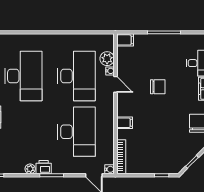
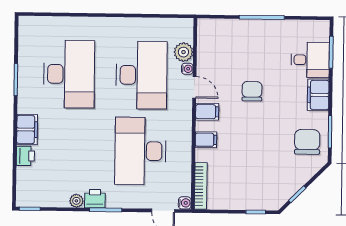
filing cabinet: (125, 40) -> (207, 112), moved
chair: (158, 87) -> (252, 91), turned -90
desk: (77, 132) -> (140, 151), turned 180

